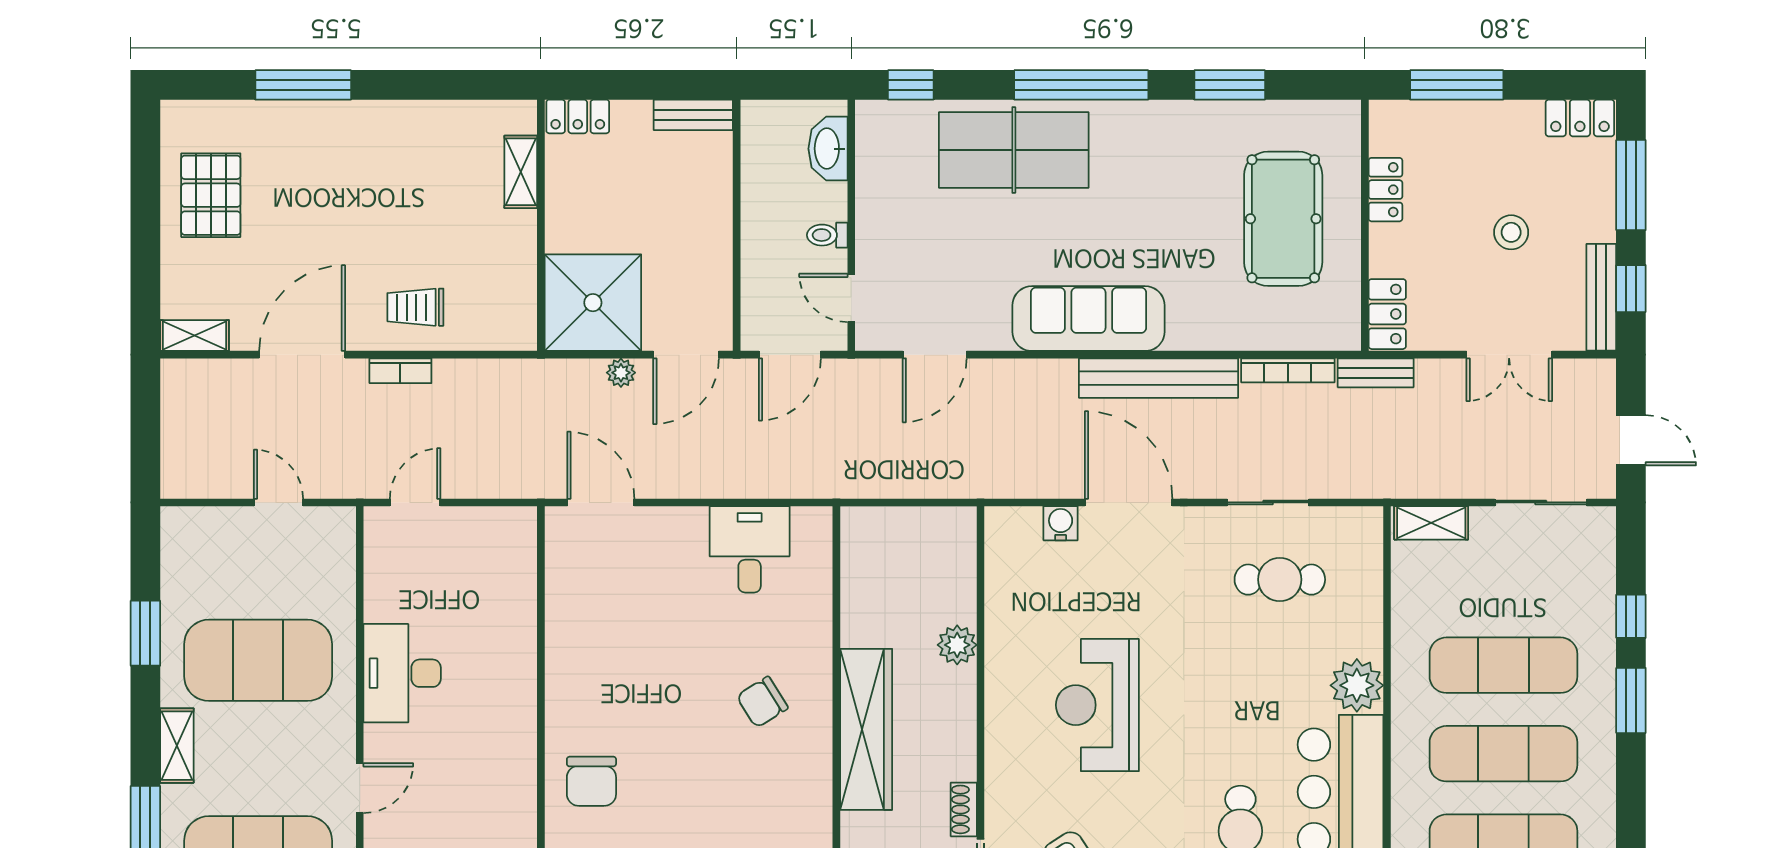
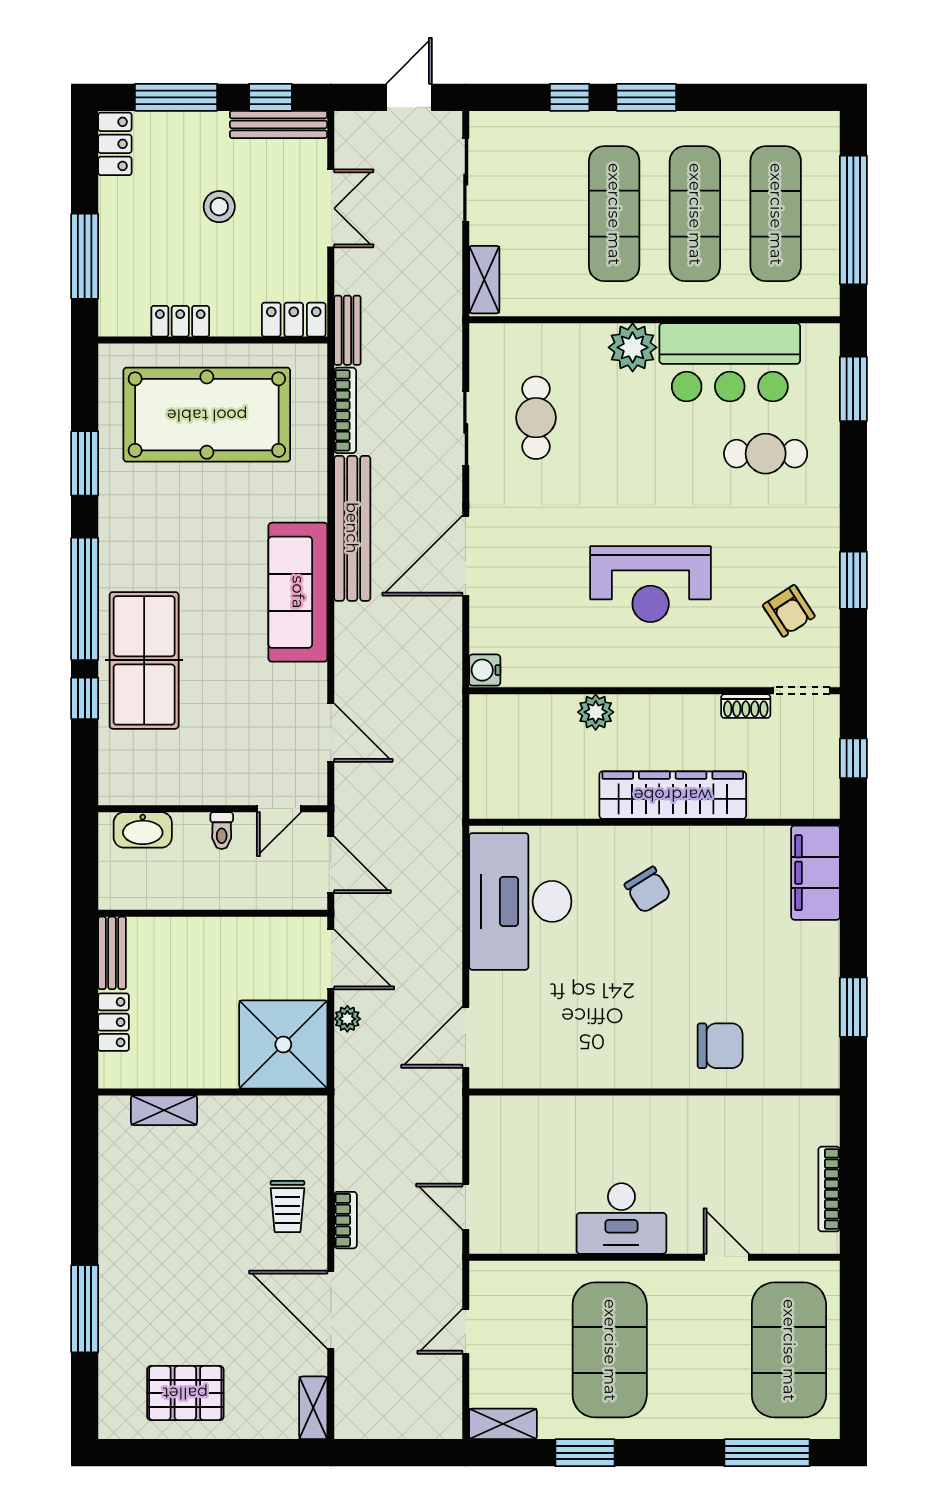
window: (911, 85) -> (85, 698), moved
locker: (578, 116) -> (114, 1022), moved
pool table: (1283, 219) -> (207, 415), width x1.36, depth x1.32
water cooler: (1061, 523) -> (485, 670), moved
desk: (750, 549) -> (520, 901), width x1.87, depth x1.30
shelving: (177, 746) -> (503, 1424), moved

